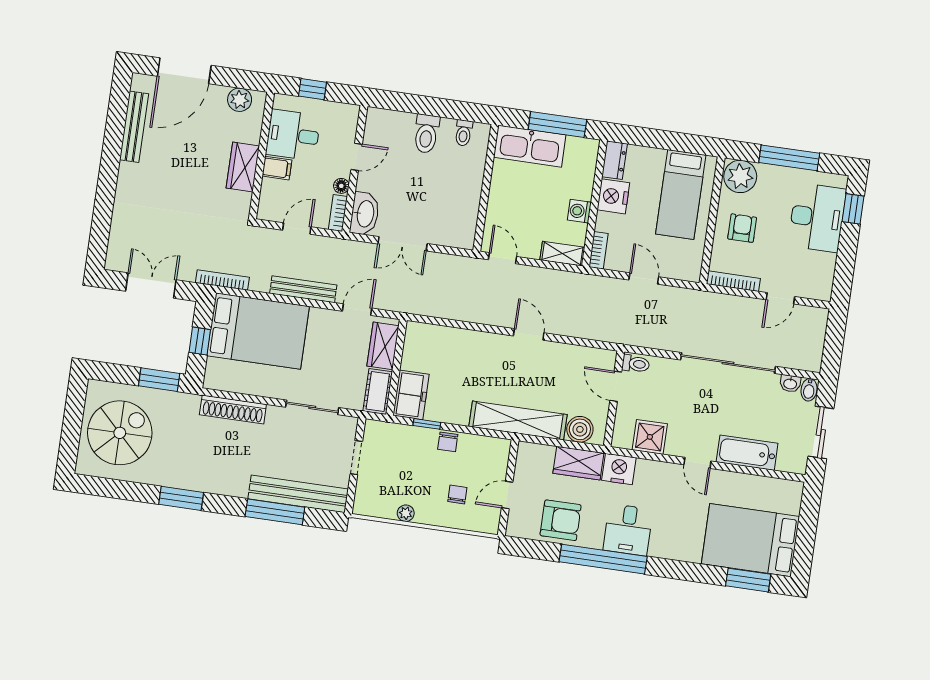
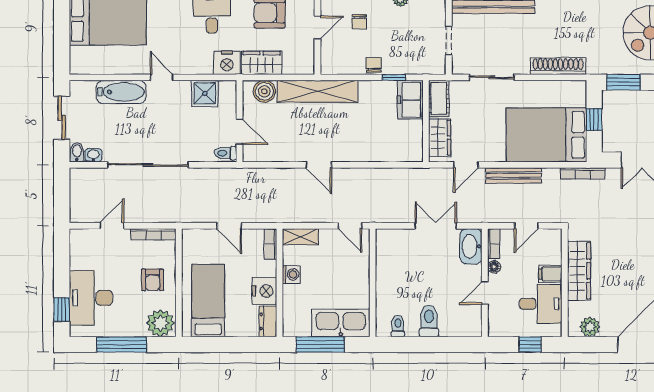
wardrobe: (243, 167) -> (579, 271), width x1.50

